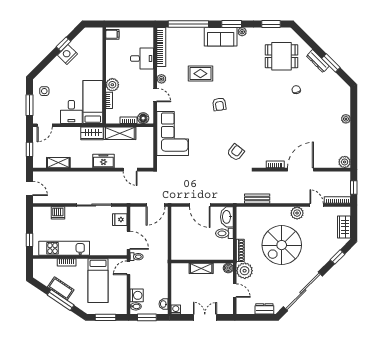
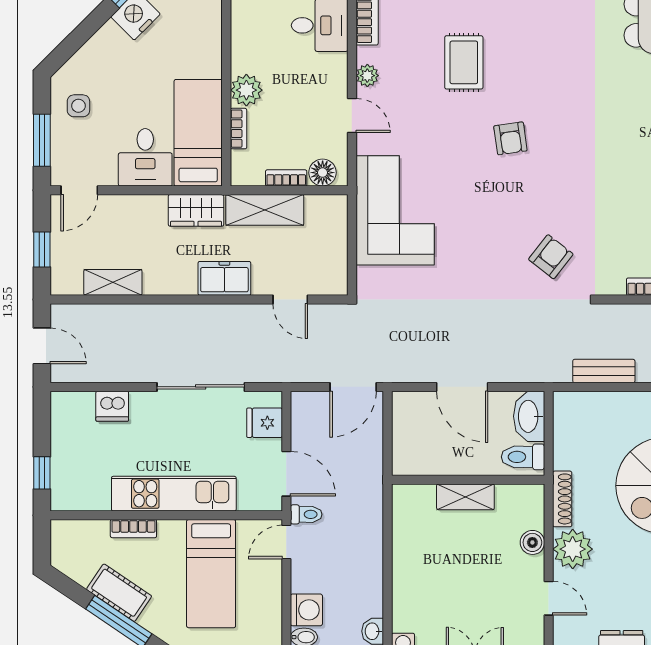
rug: (200, 74) -> (464, 62), turned 90
kitchen unit: (64, 248) -> (174, 494), moved
wall: (202, 261) -> (468, 480), moved
shelving: (201, 268) -> (465, 497), moved

